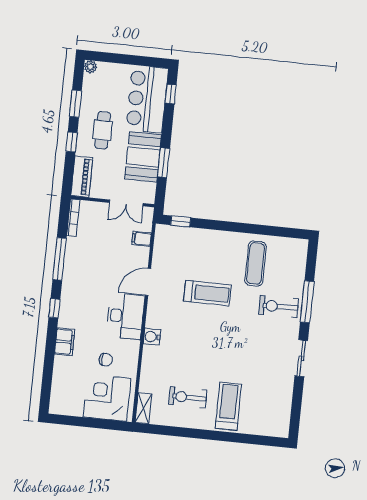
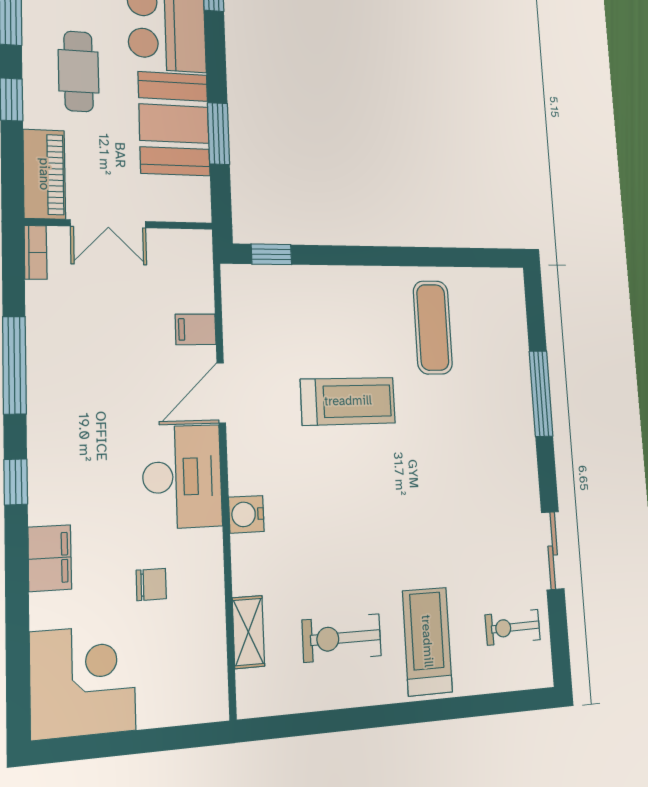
double door: (126, 203) -> (108, 224), moved
bookcase: (73, 218) -> (36, 252), width x0.64
filing cabinet: (142, 239) -> (196, 329), moved
exercise bike: (279, 306) -> (513, 627), moved, width x0.73, depth x0.72
sliding door: (301, 358) -> (553, 551), moved
corner desk: (107, 398) -> (83, 681), moved, turned 90
shelving: (143, 408) -> (248, 632), moved

